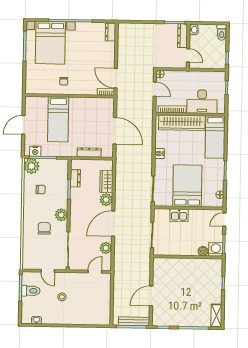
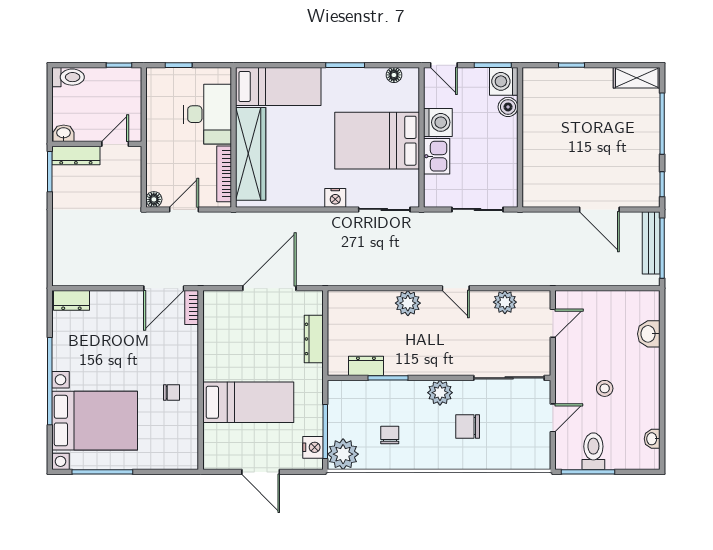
nightstand: (159, 153) -> (335, 198), moved
wardrobe: (106, 182) -> (371, 303), removed
washing machine: (196, 216) -> (438, 122), added
door: (113, 224) -> (456, 288), width x0.53
door: (95, 272) -> (553, 323), swing flipped
washbasin: (89, 319) -> (649, 334), added

